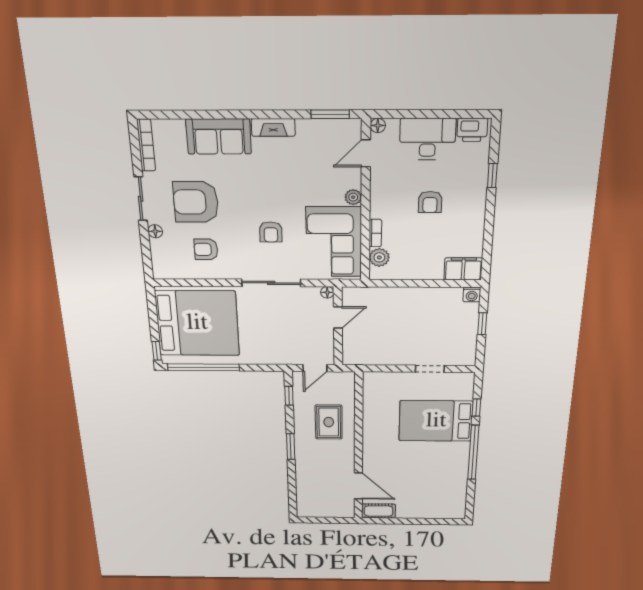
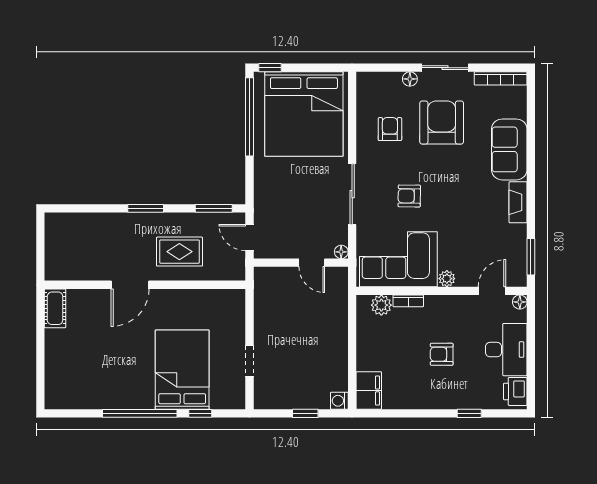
door: (366, 153) -> (492, 291), hinge flipped
window: (289, 396) -> (214, 208), width x1.50
door: (358, 486) -> (130, 285), moved

